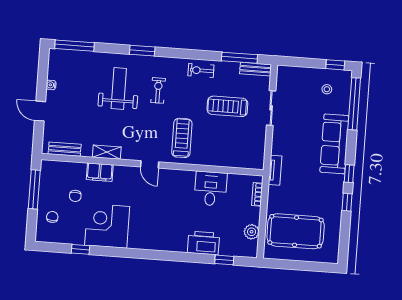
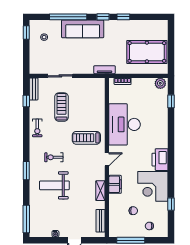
window: (239, 58) -> (26, 101), width x0.46
window: (354, 104) -> (68, 17), moved
treadmill: (227, 106) -> (62, 107), turned 180
filing cabinet: (100, 172) -> (115, 184), moved
desk: (211, 189) -> (125, 124), width x1.87, depth x1.30
pool table: (296, 231) -> (147, 52), turned 90
plant: (252, 232) -> (160, 83), moved
printer: (204, 243) -> (160, 160), moved

